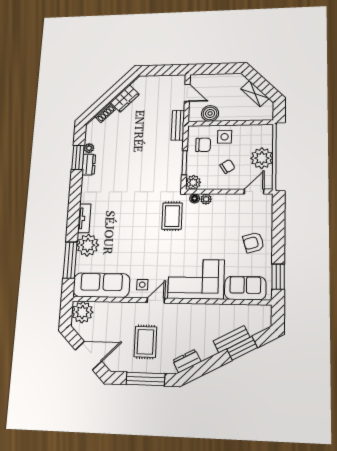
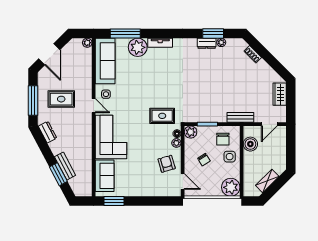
wardrobe: (125, 98) -> (280, 94), moved, turned 45
plant: (262, 158) -> (231, 187), moved
armchair: (253, 242) -> (167, 164), moved
plant: (82, 312) -> (87, 43), width x0.53, depth x0.53

